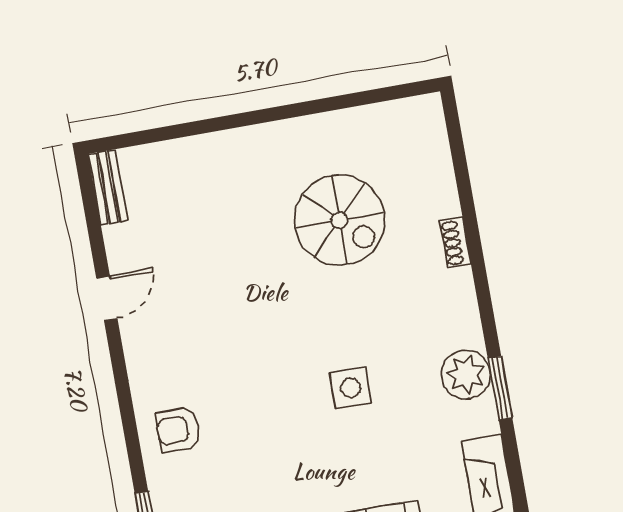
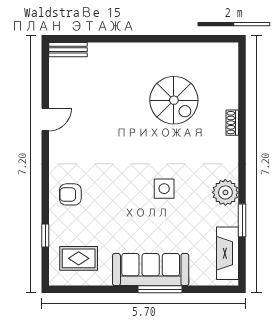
bench: (108, 187) -> (68, 50), moved, turned 90
window: (500, 388) -> (242, 220), moved

